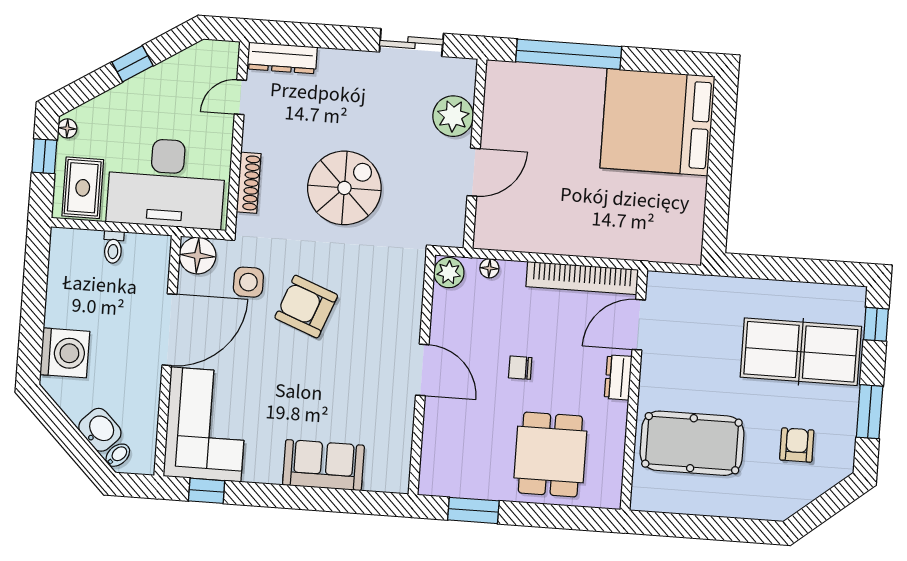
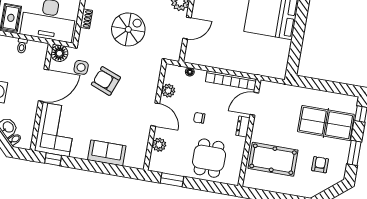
shoe rack: (249, 183) -> (86, 19), width x0.70
plant: (449, 273) -> (168, 91), moved
plant: (437, 436) -> (159, 145), added

